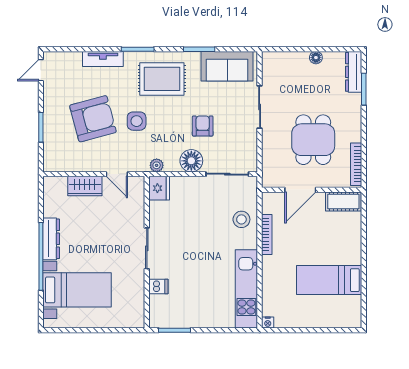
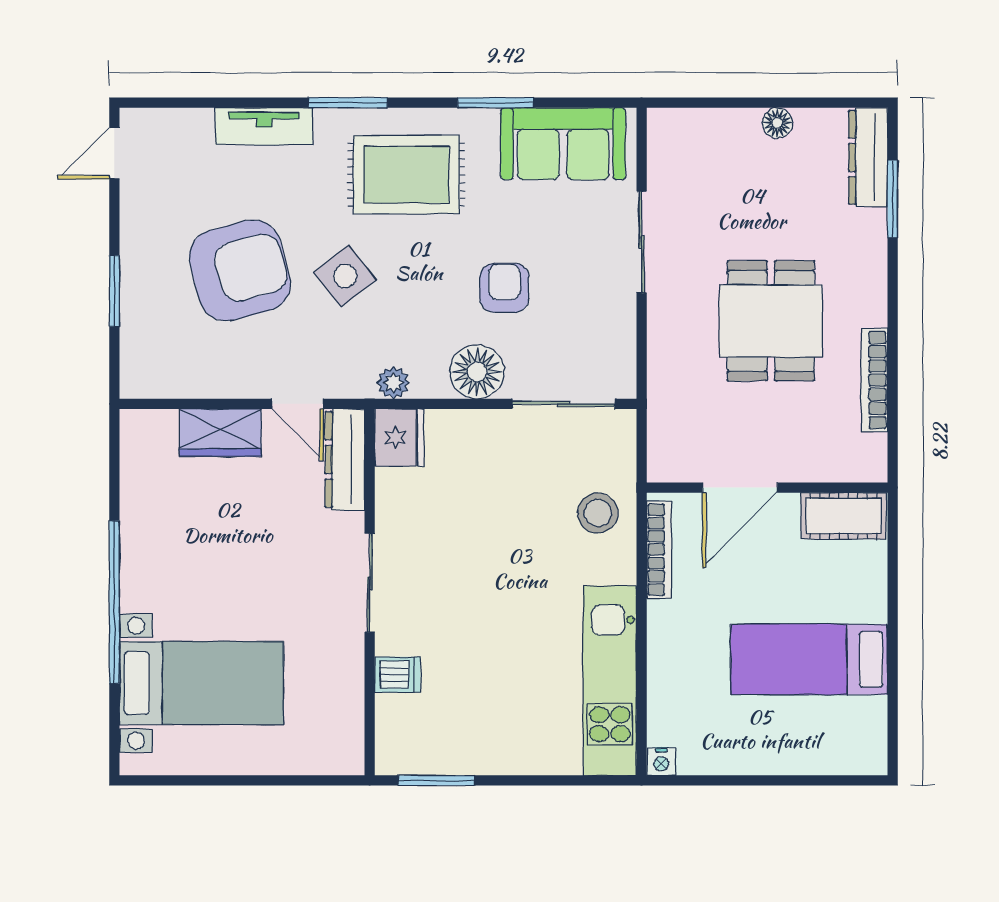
side table: (137, 121) -> (345, 276), turned -38
door: (300, 190) -> (740, 488), moved
wall: (312, 190) -> (767, 488), moved
cot: (343, 201) -> (844, 516), moved
dresser: (51, 239) -> (345, 460), moved, turned 180

